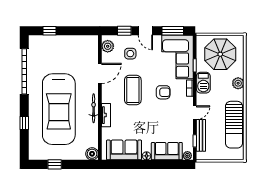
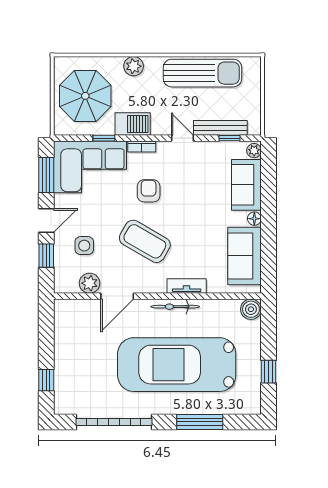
plant: (108, 46) -> (90, 283), moved
door: (100, 73) -> (117, 296), swing flipped
coffee table: (133, 90) -> (145, 241), turned 30
car: (59, 109) -> (177, 365), turned 180
window: (24, 123) -> (200, 422), width x2.17

